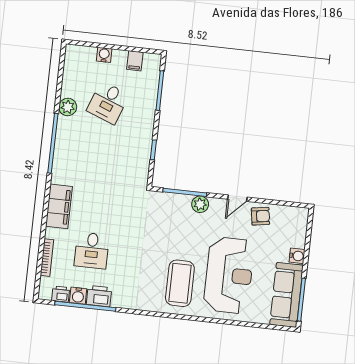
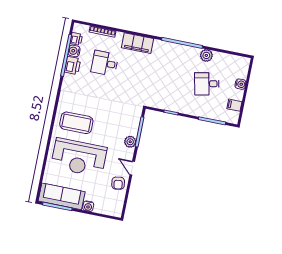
desk: (108, 103) -> (207, 84), turned -33

